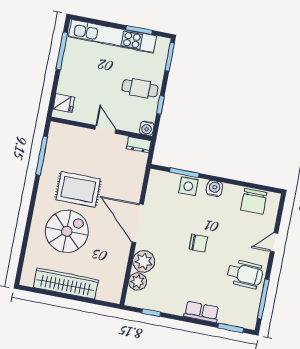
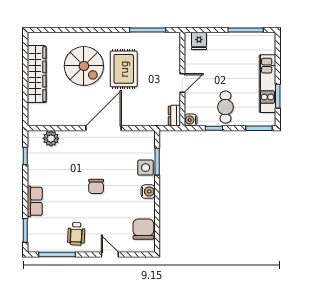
kitchen unit: (112, 36) -> (267, 84), width x0.73
chair: (254, 201) -> (143, 229), turned 90
plant: (144, 261) -> (70, 140), removed
wheelchair: (245, 274) -> (76, 234), width x0.73, depth x0.73

